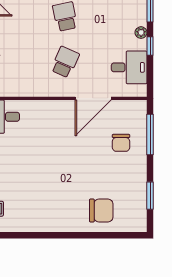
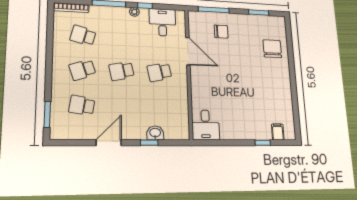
school desk: (65, 62) -> (159, 72), turned -36

